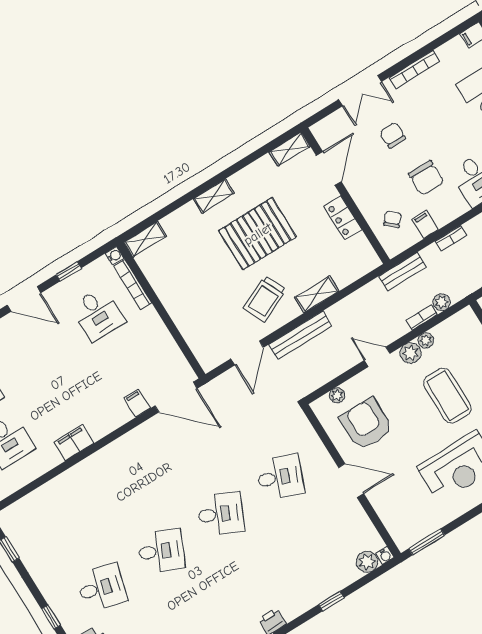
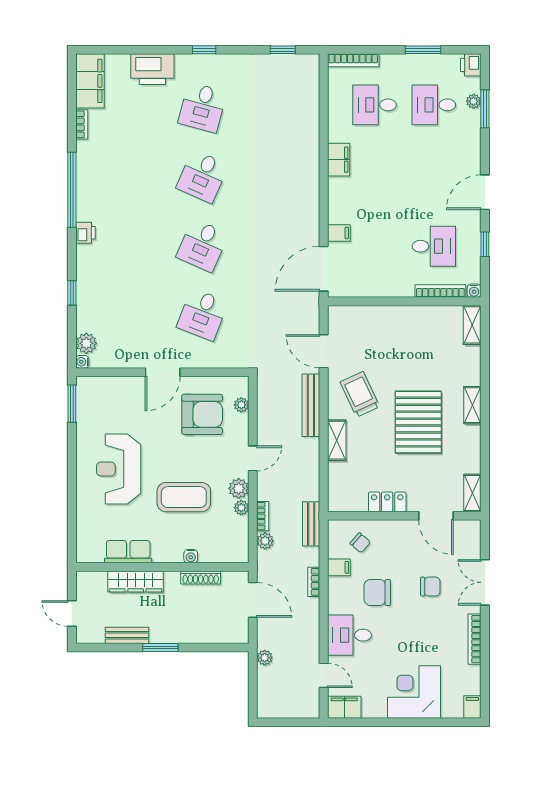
desk: (98, 314) -> (434, 246), turned 180

